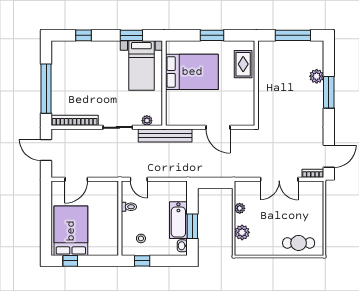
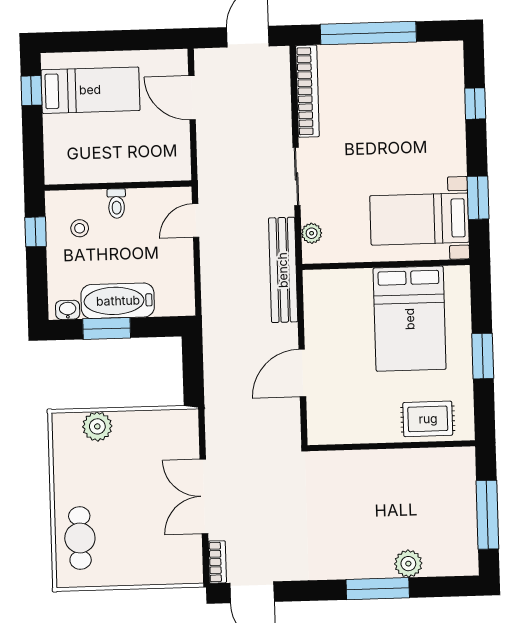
toilet: (129, 207) -> (117, 204), moved
plant: (240, 208) -> (145, 421), removed
bed: (71, 231) -> (90, 90), width x0.67

